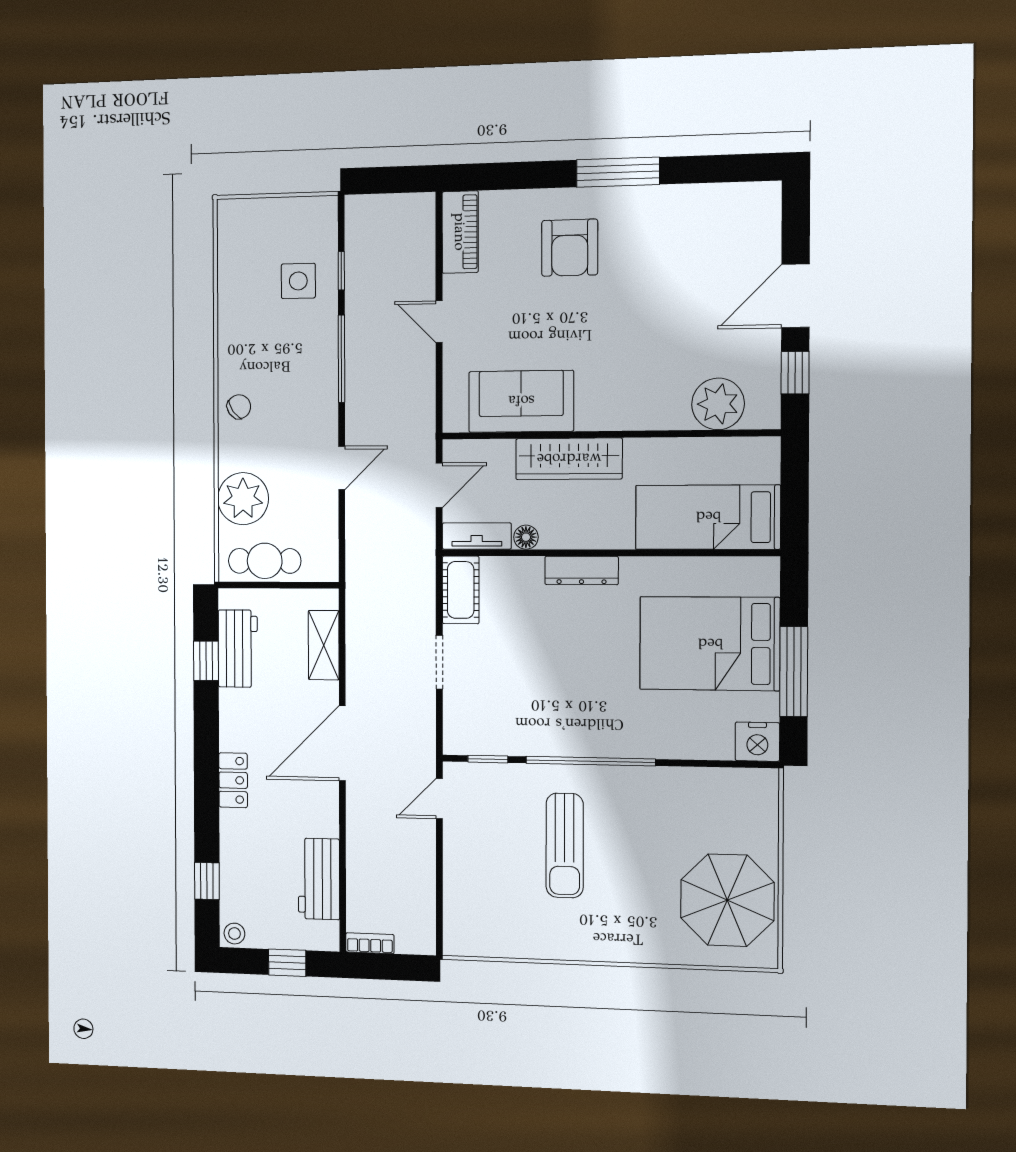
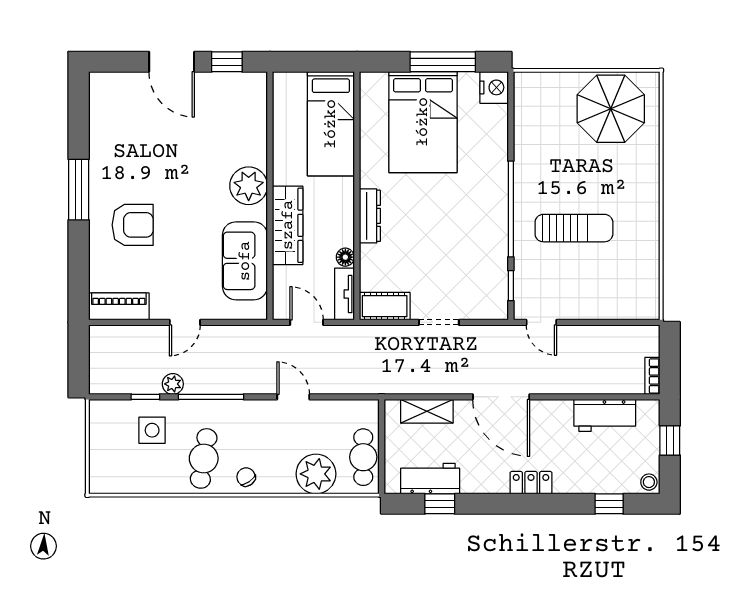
plant: (358, 307) -> (173, 384), added
cafe table: (262, 350) -> (204, 458), added
plant: (718, 404) -> (249, 186), moved

